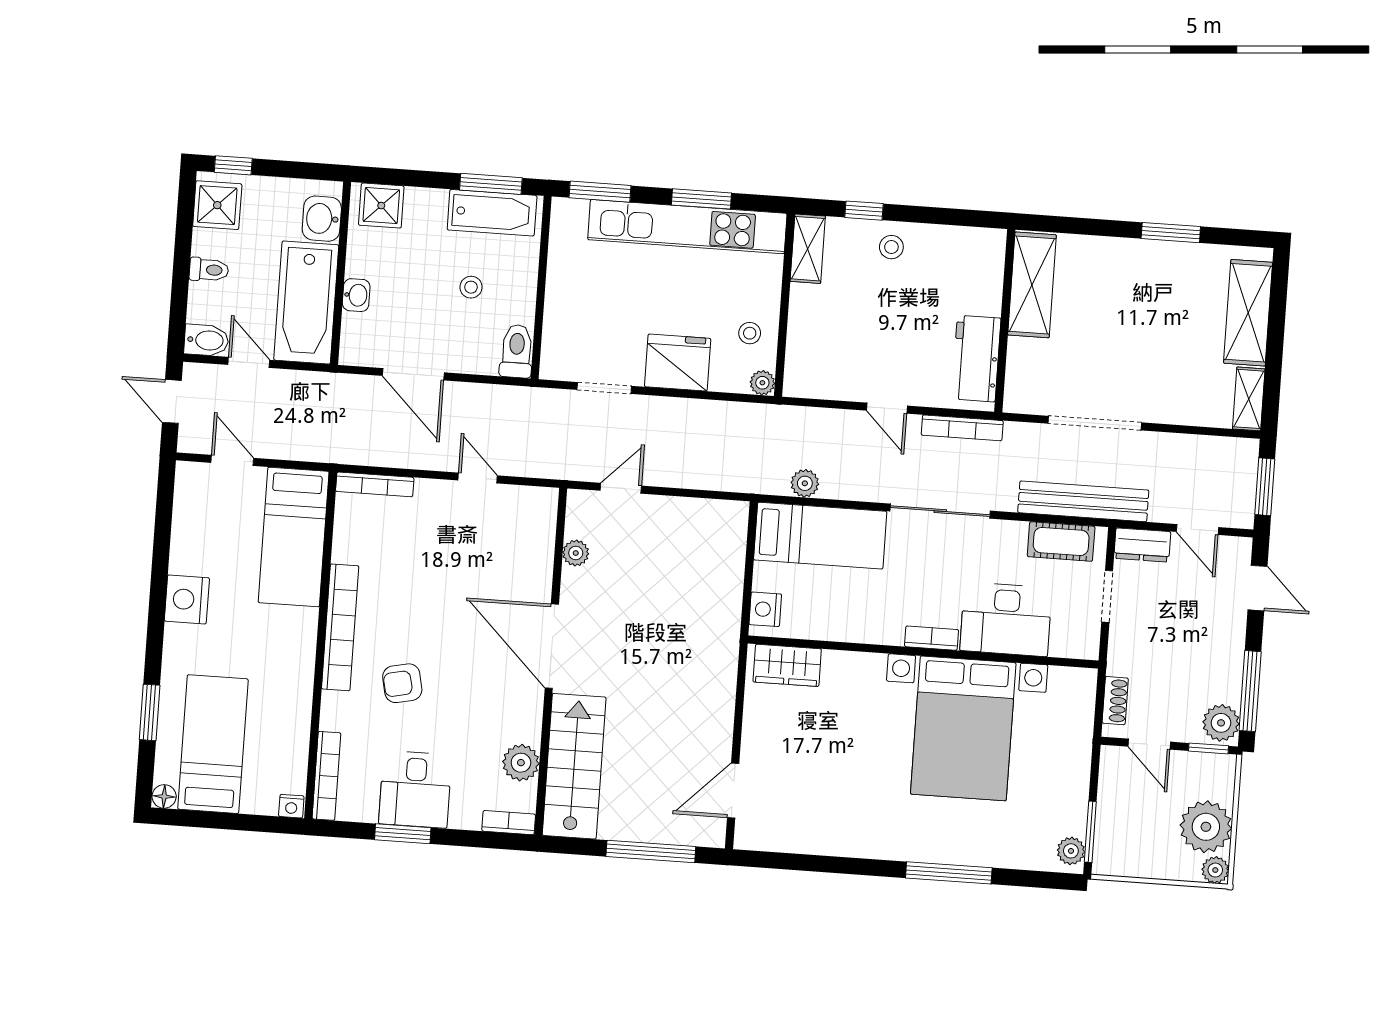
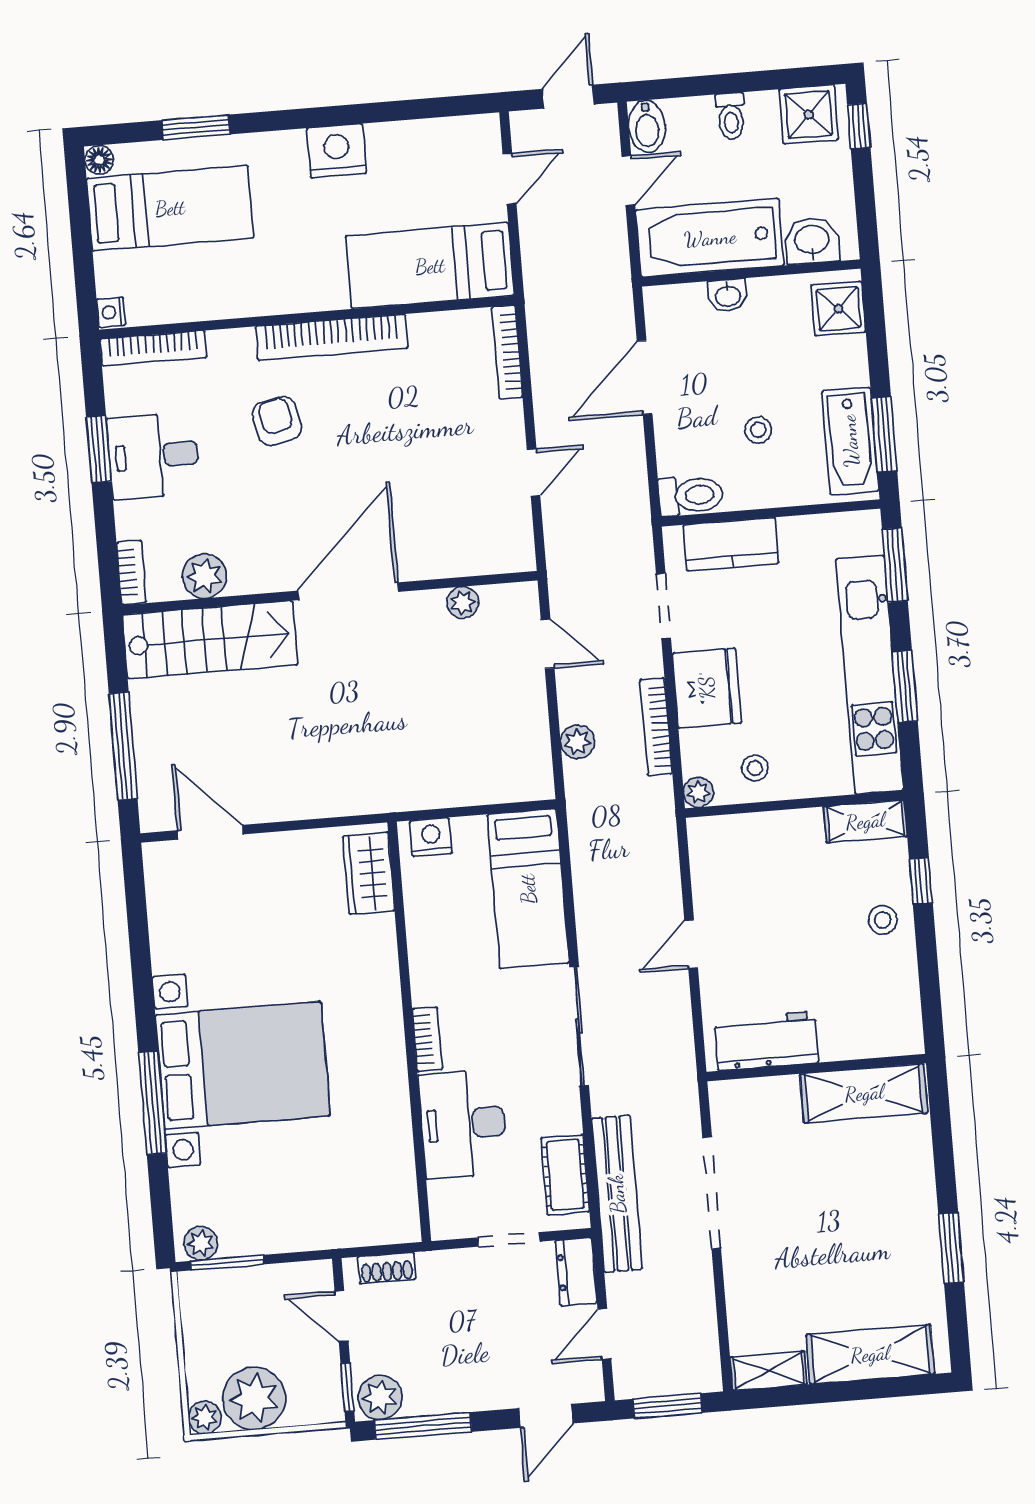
kitchen counter: (562, 324) -> (731, 544), added
bookcase: (962, 428) -> (656, 727), moved
plant: (805, 483) -> (577, 742), moved
bed with nightstands: (963, 728) -> (243, 1065), moved, turned 180
door: (1149, 744) -> (342, 1316), hinge flipped

